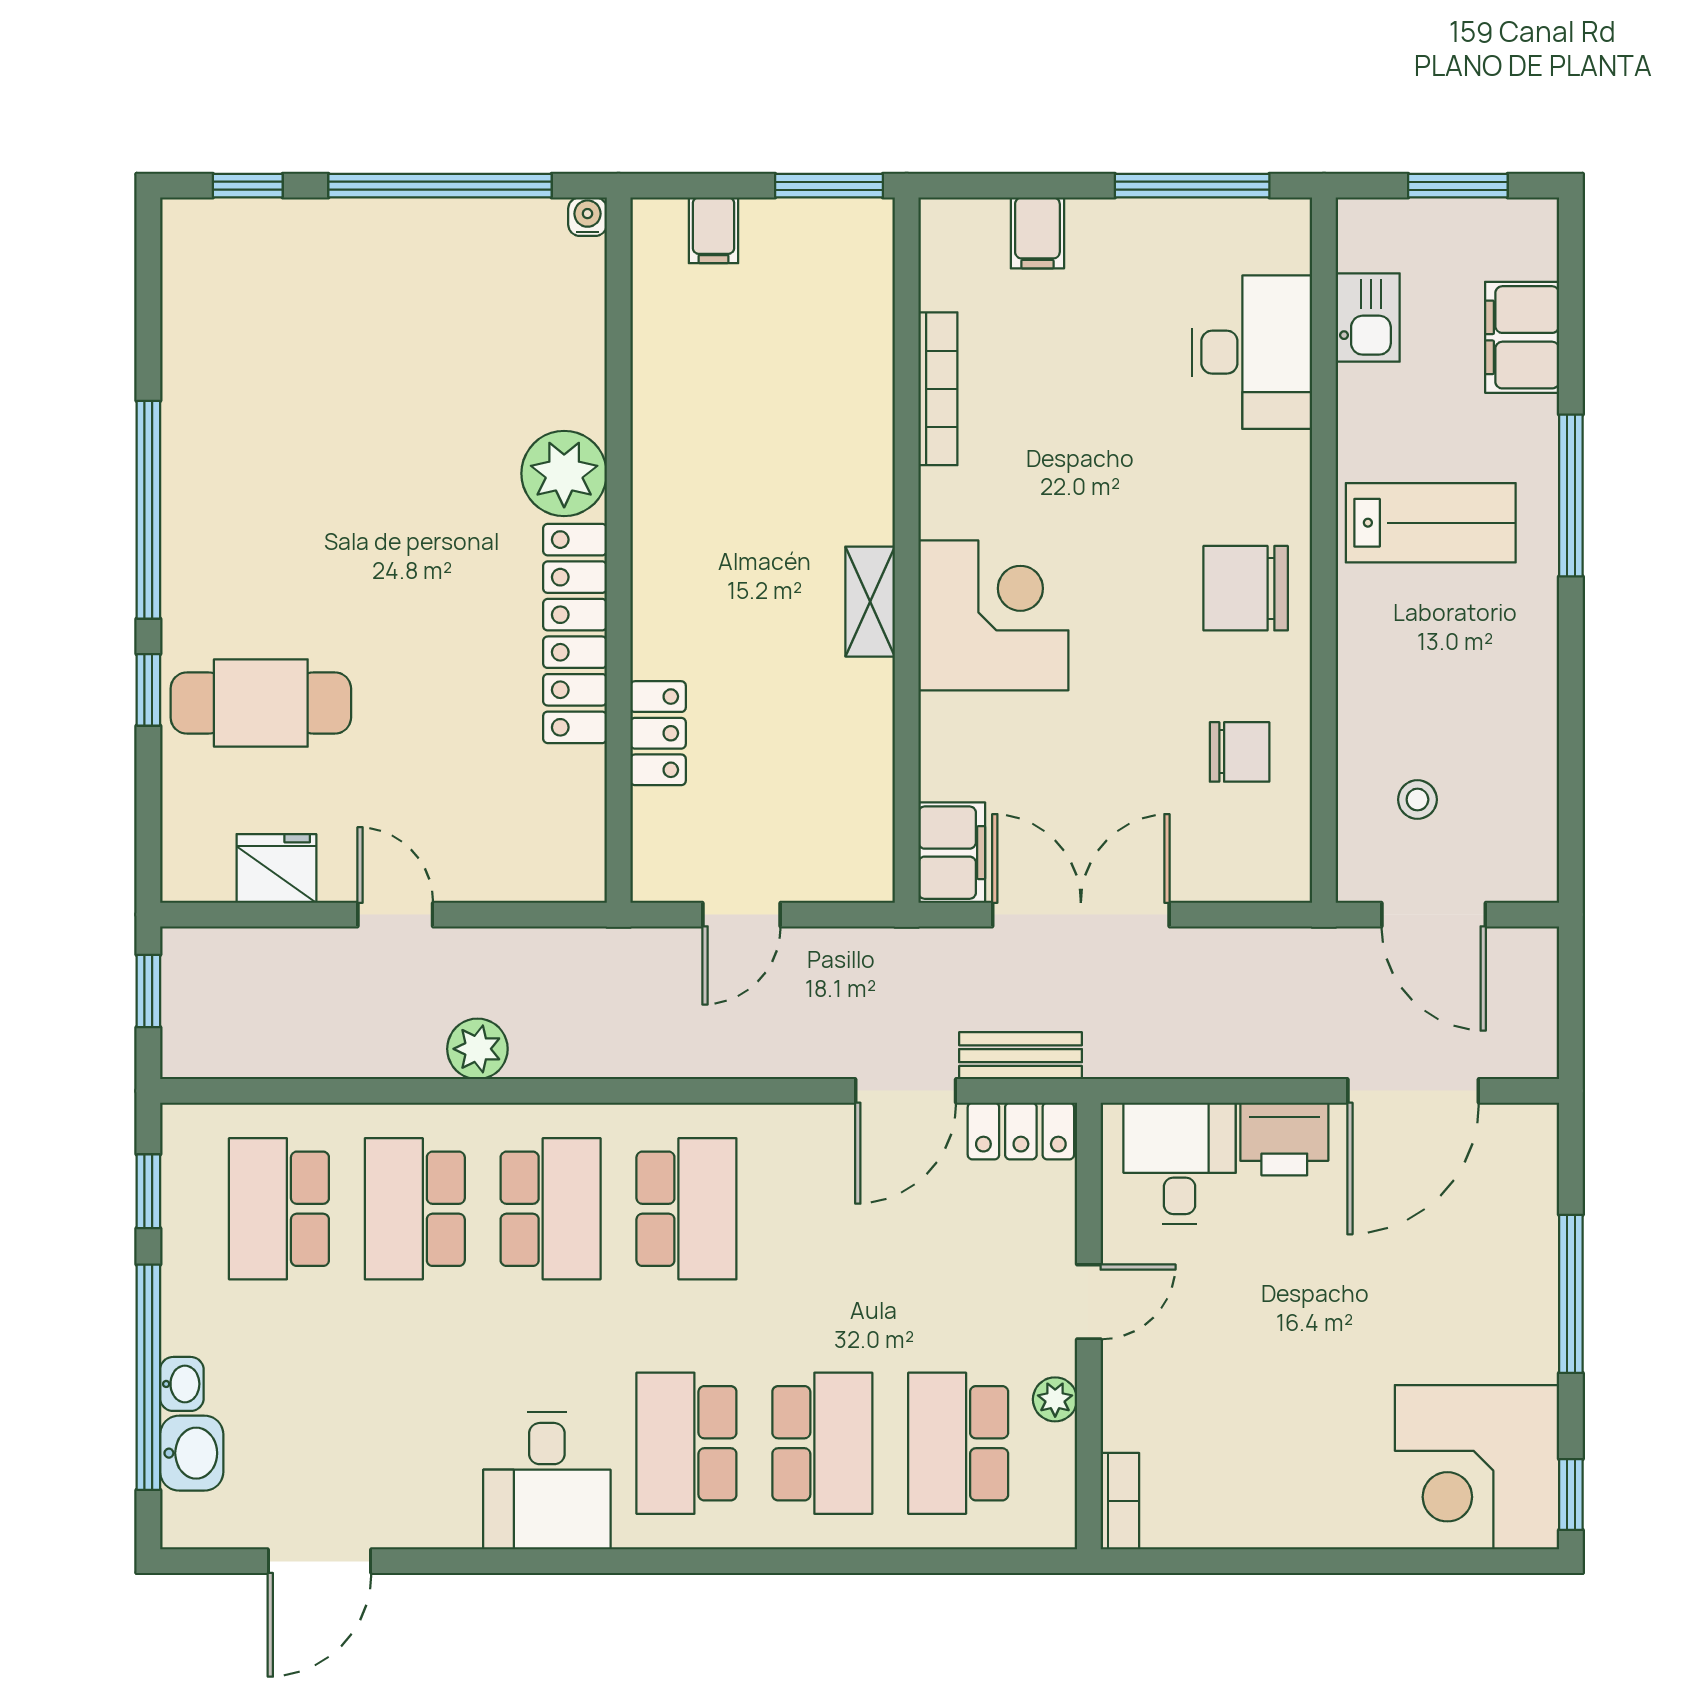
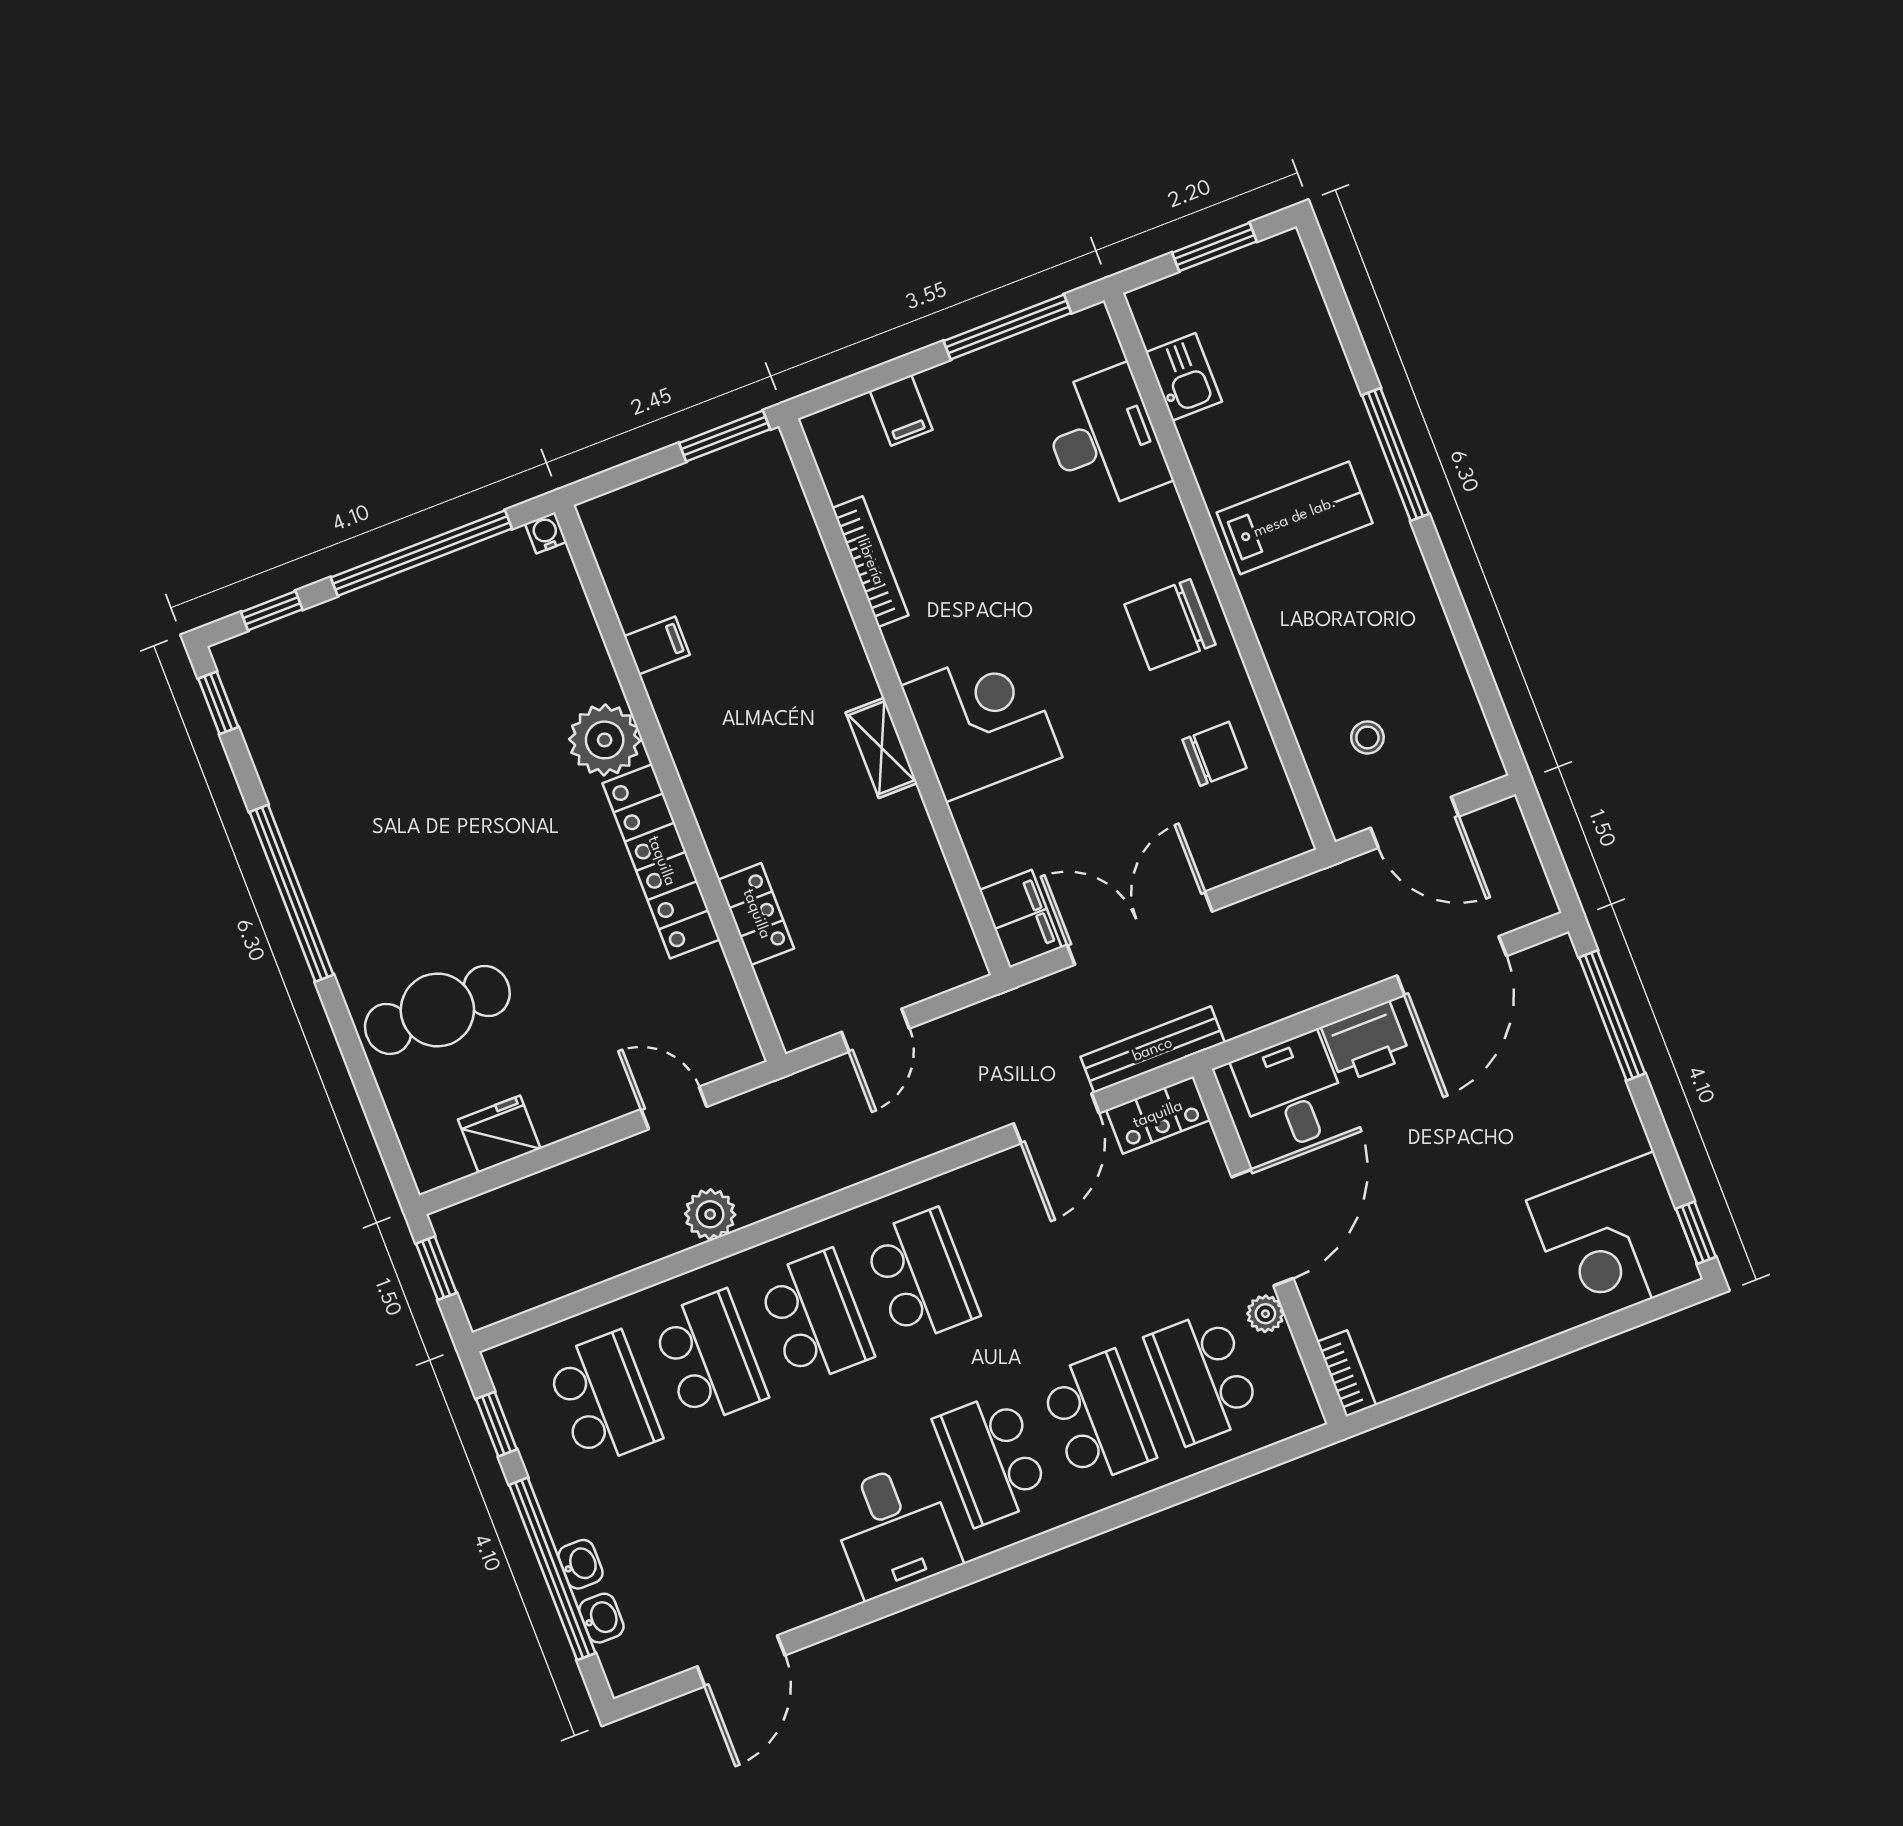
filing cabinet: (714, 230) -> (657, 645), moved, turned -90
filing cabinet: (1522, 337) -> (1310, 346), removed
window: (148, 690) -> (218, 703), moved
door: (395, 915) -> (674, 1108), moved
bench: (1021, 1056) -> (1153, 1050), width x1.36
school desk: (279, 1209) -> (604, 1399), turned 180
school desk: (415, 1209) -> (709, 1358), turned 180
window: (1571, 1294) -> (1612, 1015), moved
door: (1089, 1302) -> (1262, 1228), width x1.87
washbasin: (192, 1453) -> (601, 1618), width x0.72, depth x0.69

